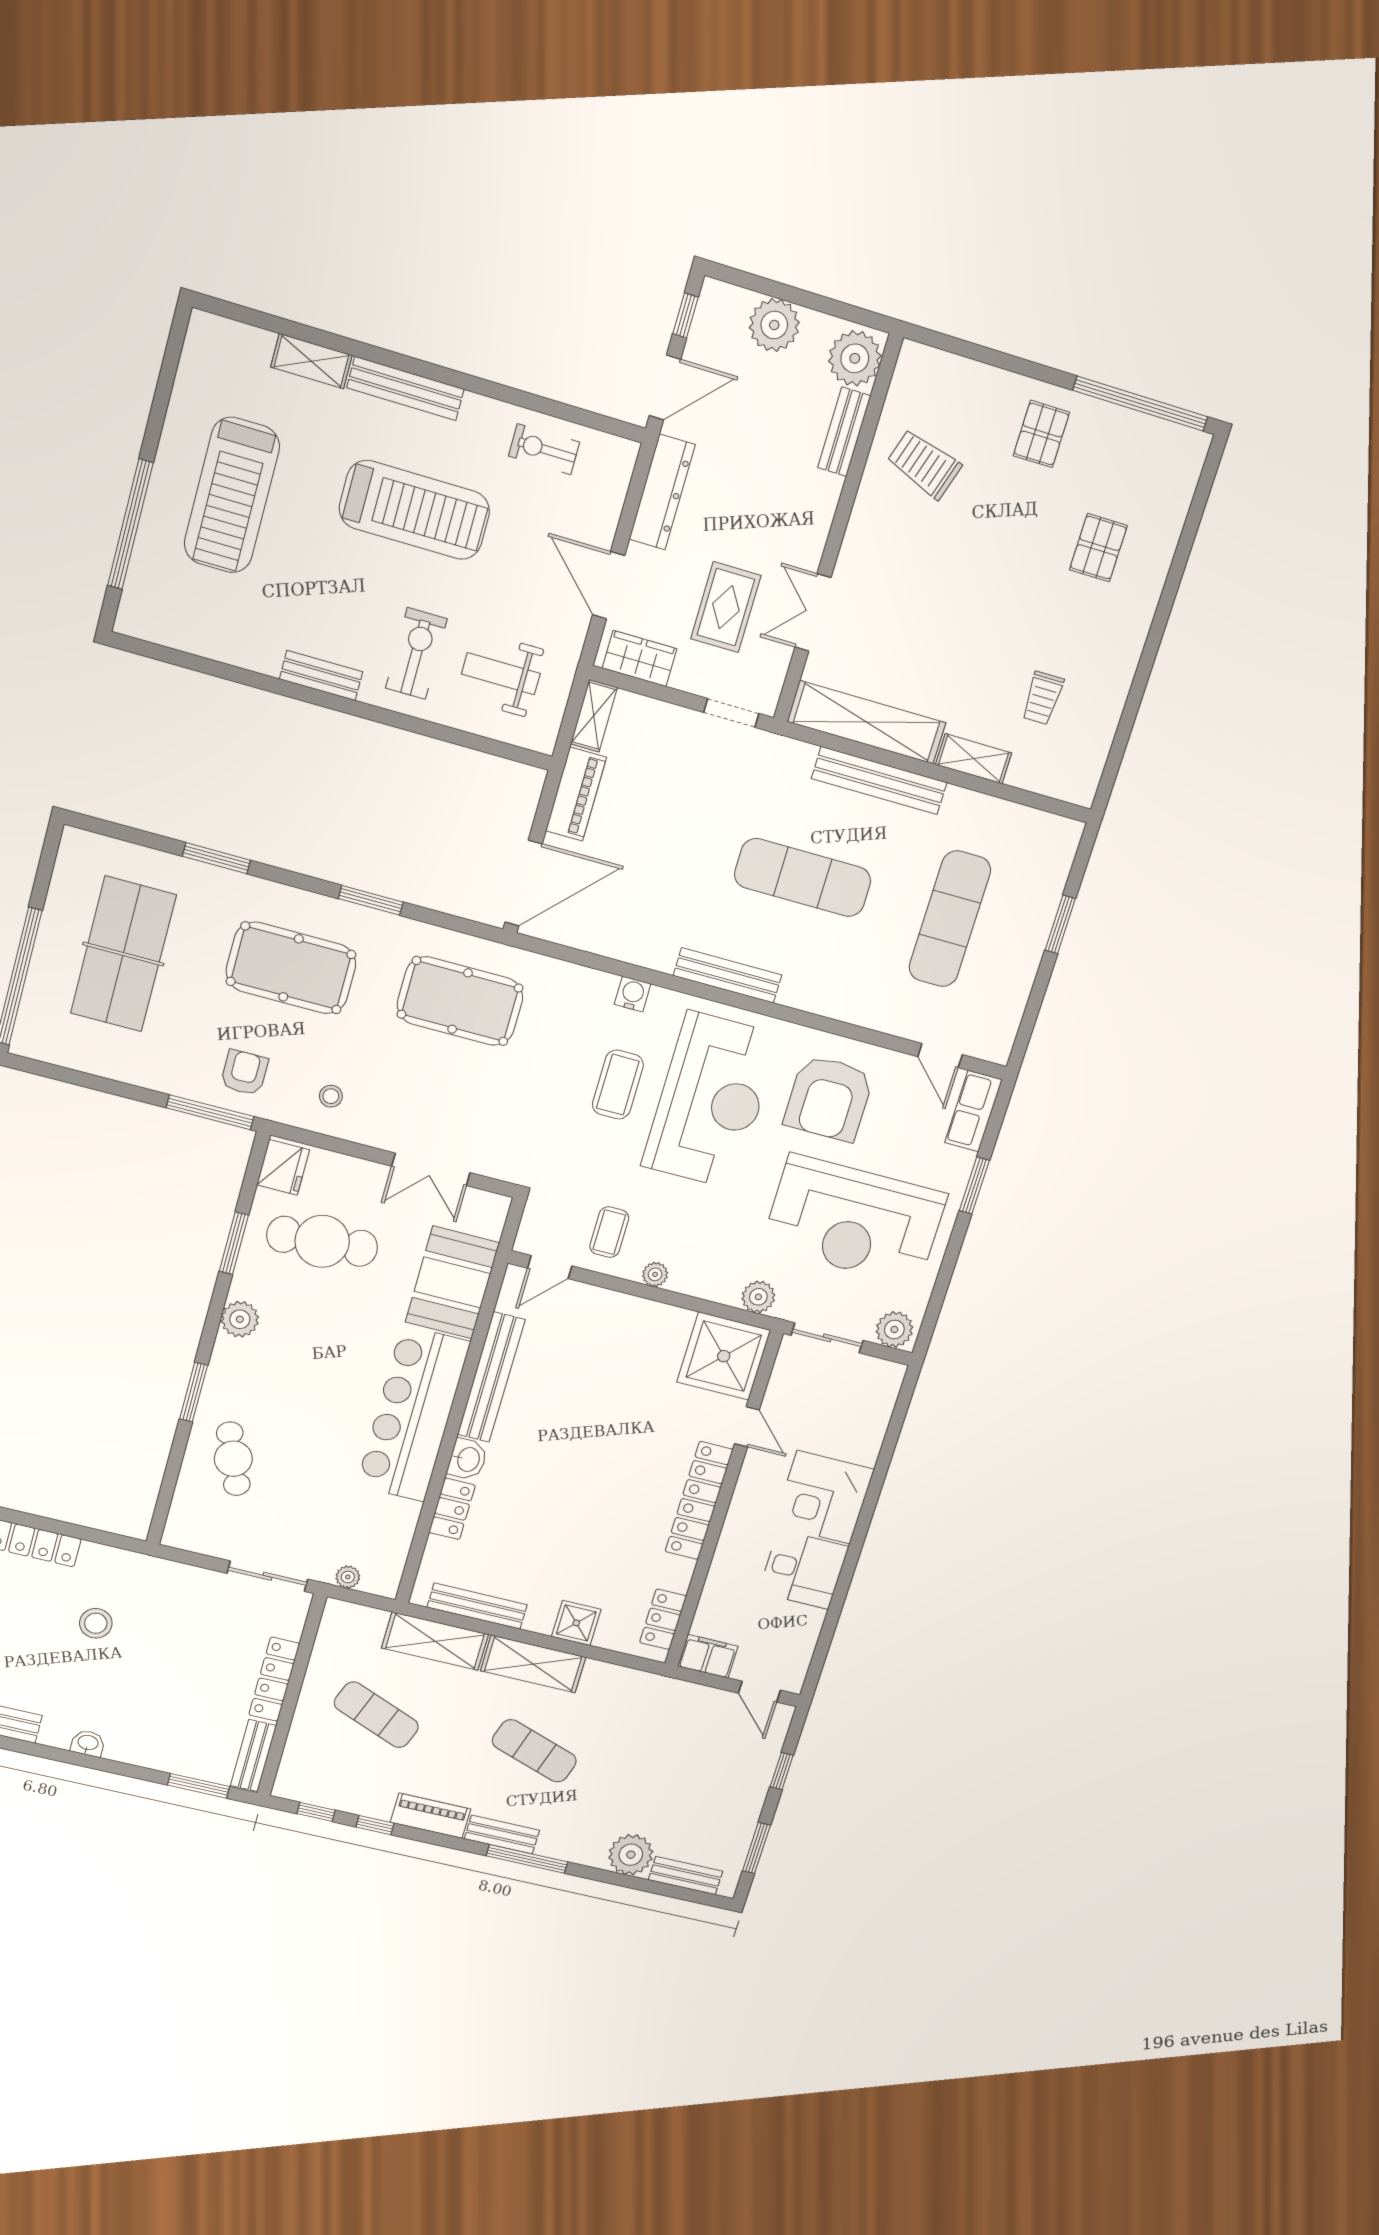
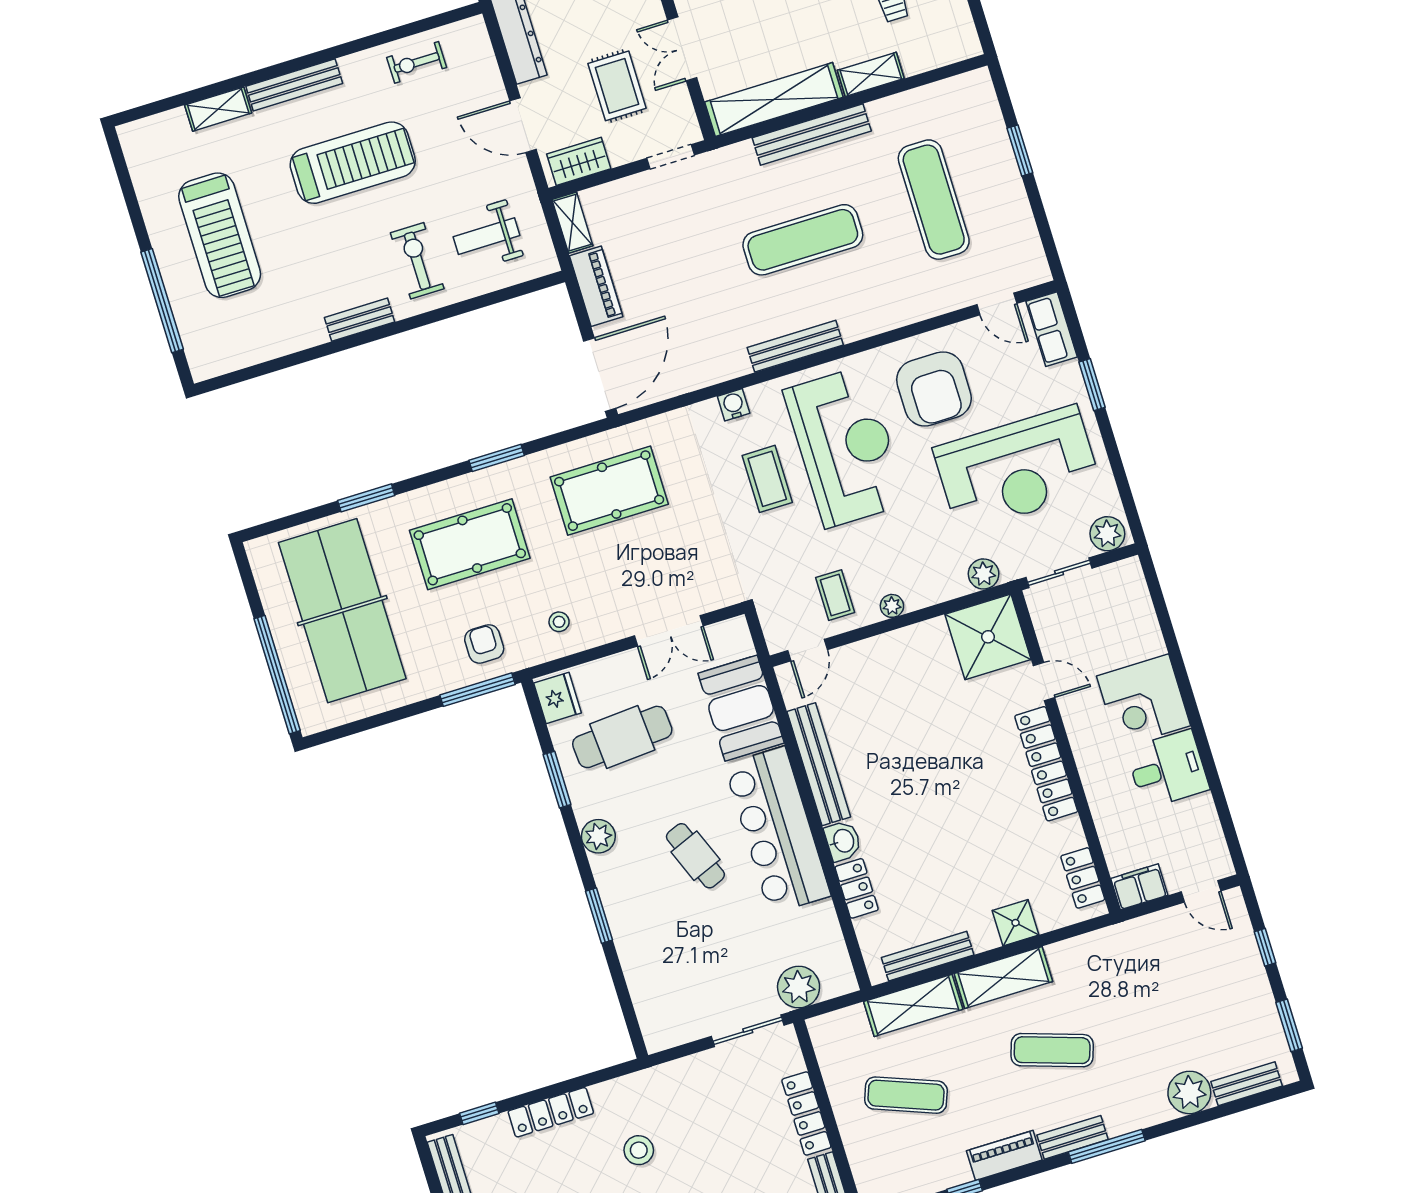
table tennis table: (123, 954) -> (342, 611), width x1.36, depth x1.32
cafe table: (233, 1459) -> (695, 856), moved
plant: (348, 1577) -> (799, 987), width x1.88, depth x1.88

